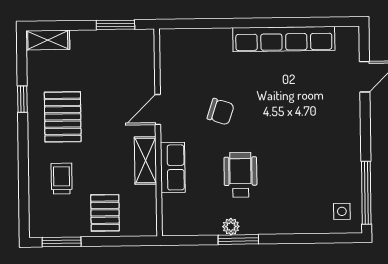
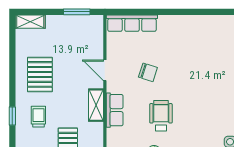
row of seats: (284, 39) -> (132, 23), moved, width x0.73
window: (22, 99) -> (12, 116), moved
door: (158, 110) -> (105, 70), hinge flipped

